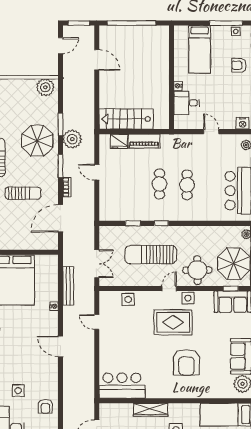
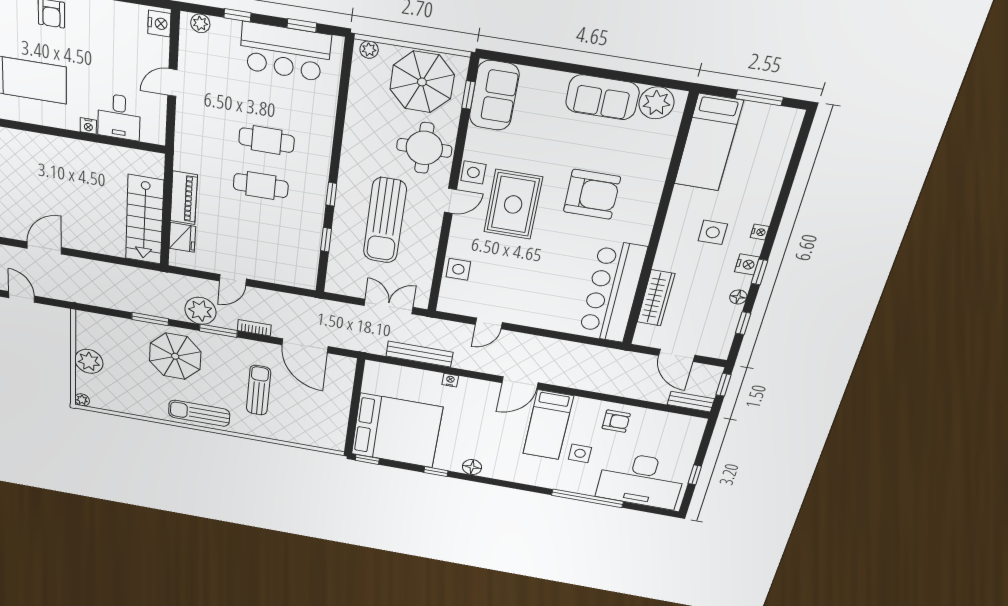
plant: (45, 87) -> (89, 361), moved
plant: (72, 139) -> (200, 311), moved
door: (169, 289) -> (450, 201), swing flipped
bed: (34, 368) -> (548, 425), added
bar counter: (122, 386) -> (612, 292), width x1.36
wardrobe: (151, 410) -> (656, 298), moved

